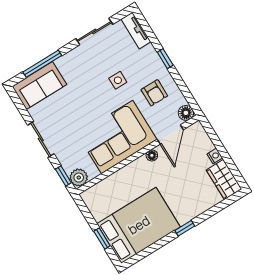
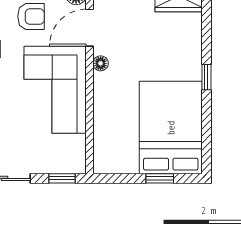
door: (170, 134) -> (90, 28), swing flipped
plant: (79, 178) -> (74, 162), removed

